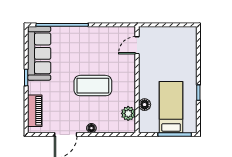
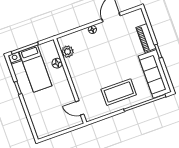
door: (137, 45) -> (80, 108), swing flipped
coffee table: (93, 86) -> (119, 92), moved
piano: (35, 111) -> (146, 38), moved
nightstand: (190, 127) -> (15, 58), added

